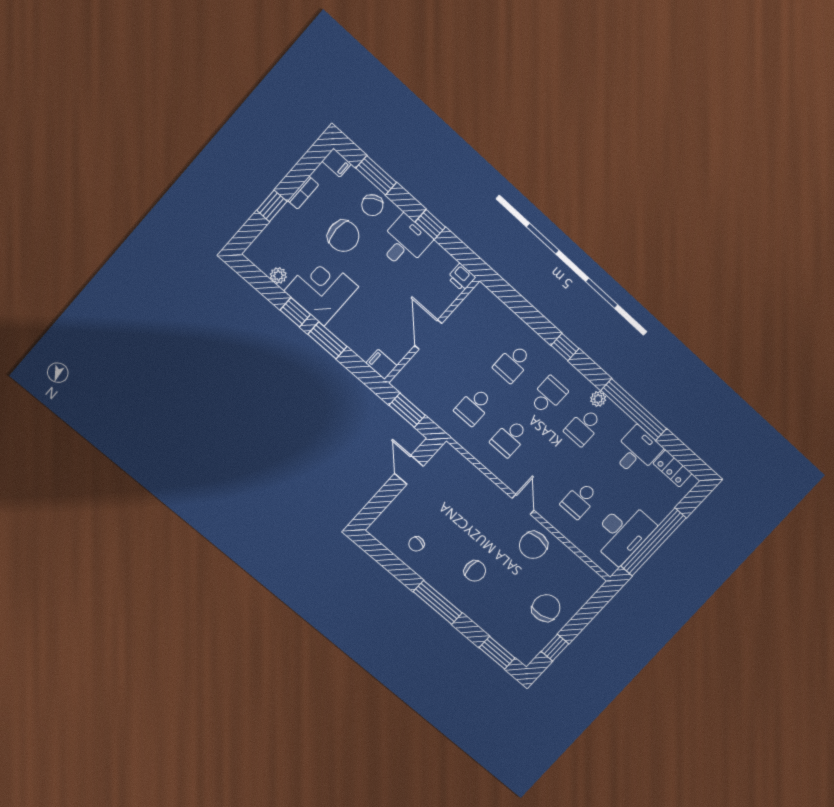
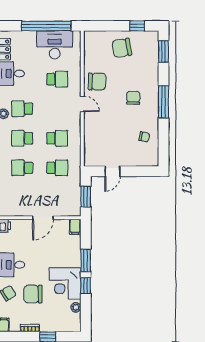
chair: (343, 236) -> (33, 294), turned -90
school desk: (513, 363) -> (22, 168), turned 180
school desk: (583, 427) -> (22, 109), turned 180
door: (523, 504) -> (82, 104), swing flipped

